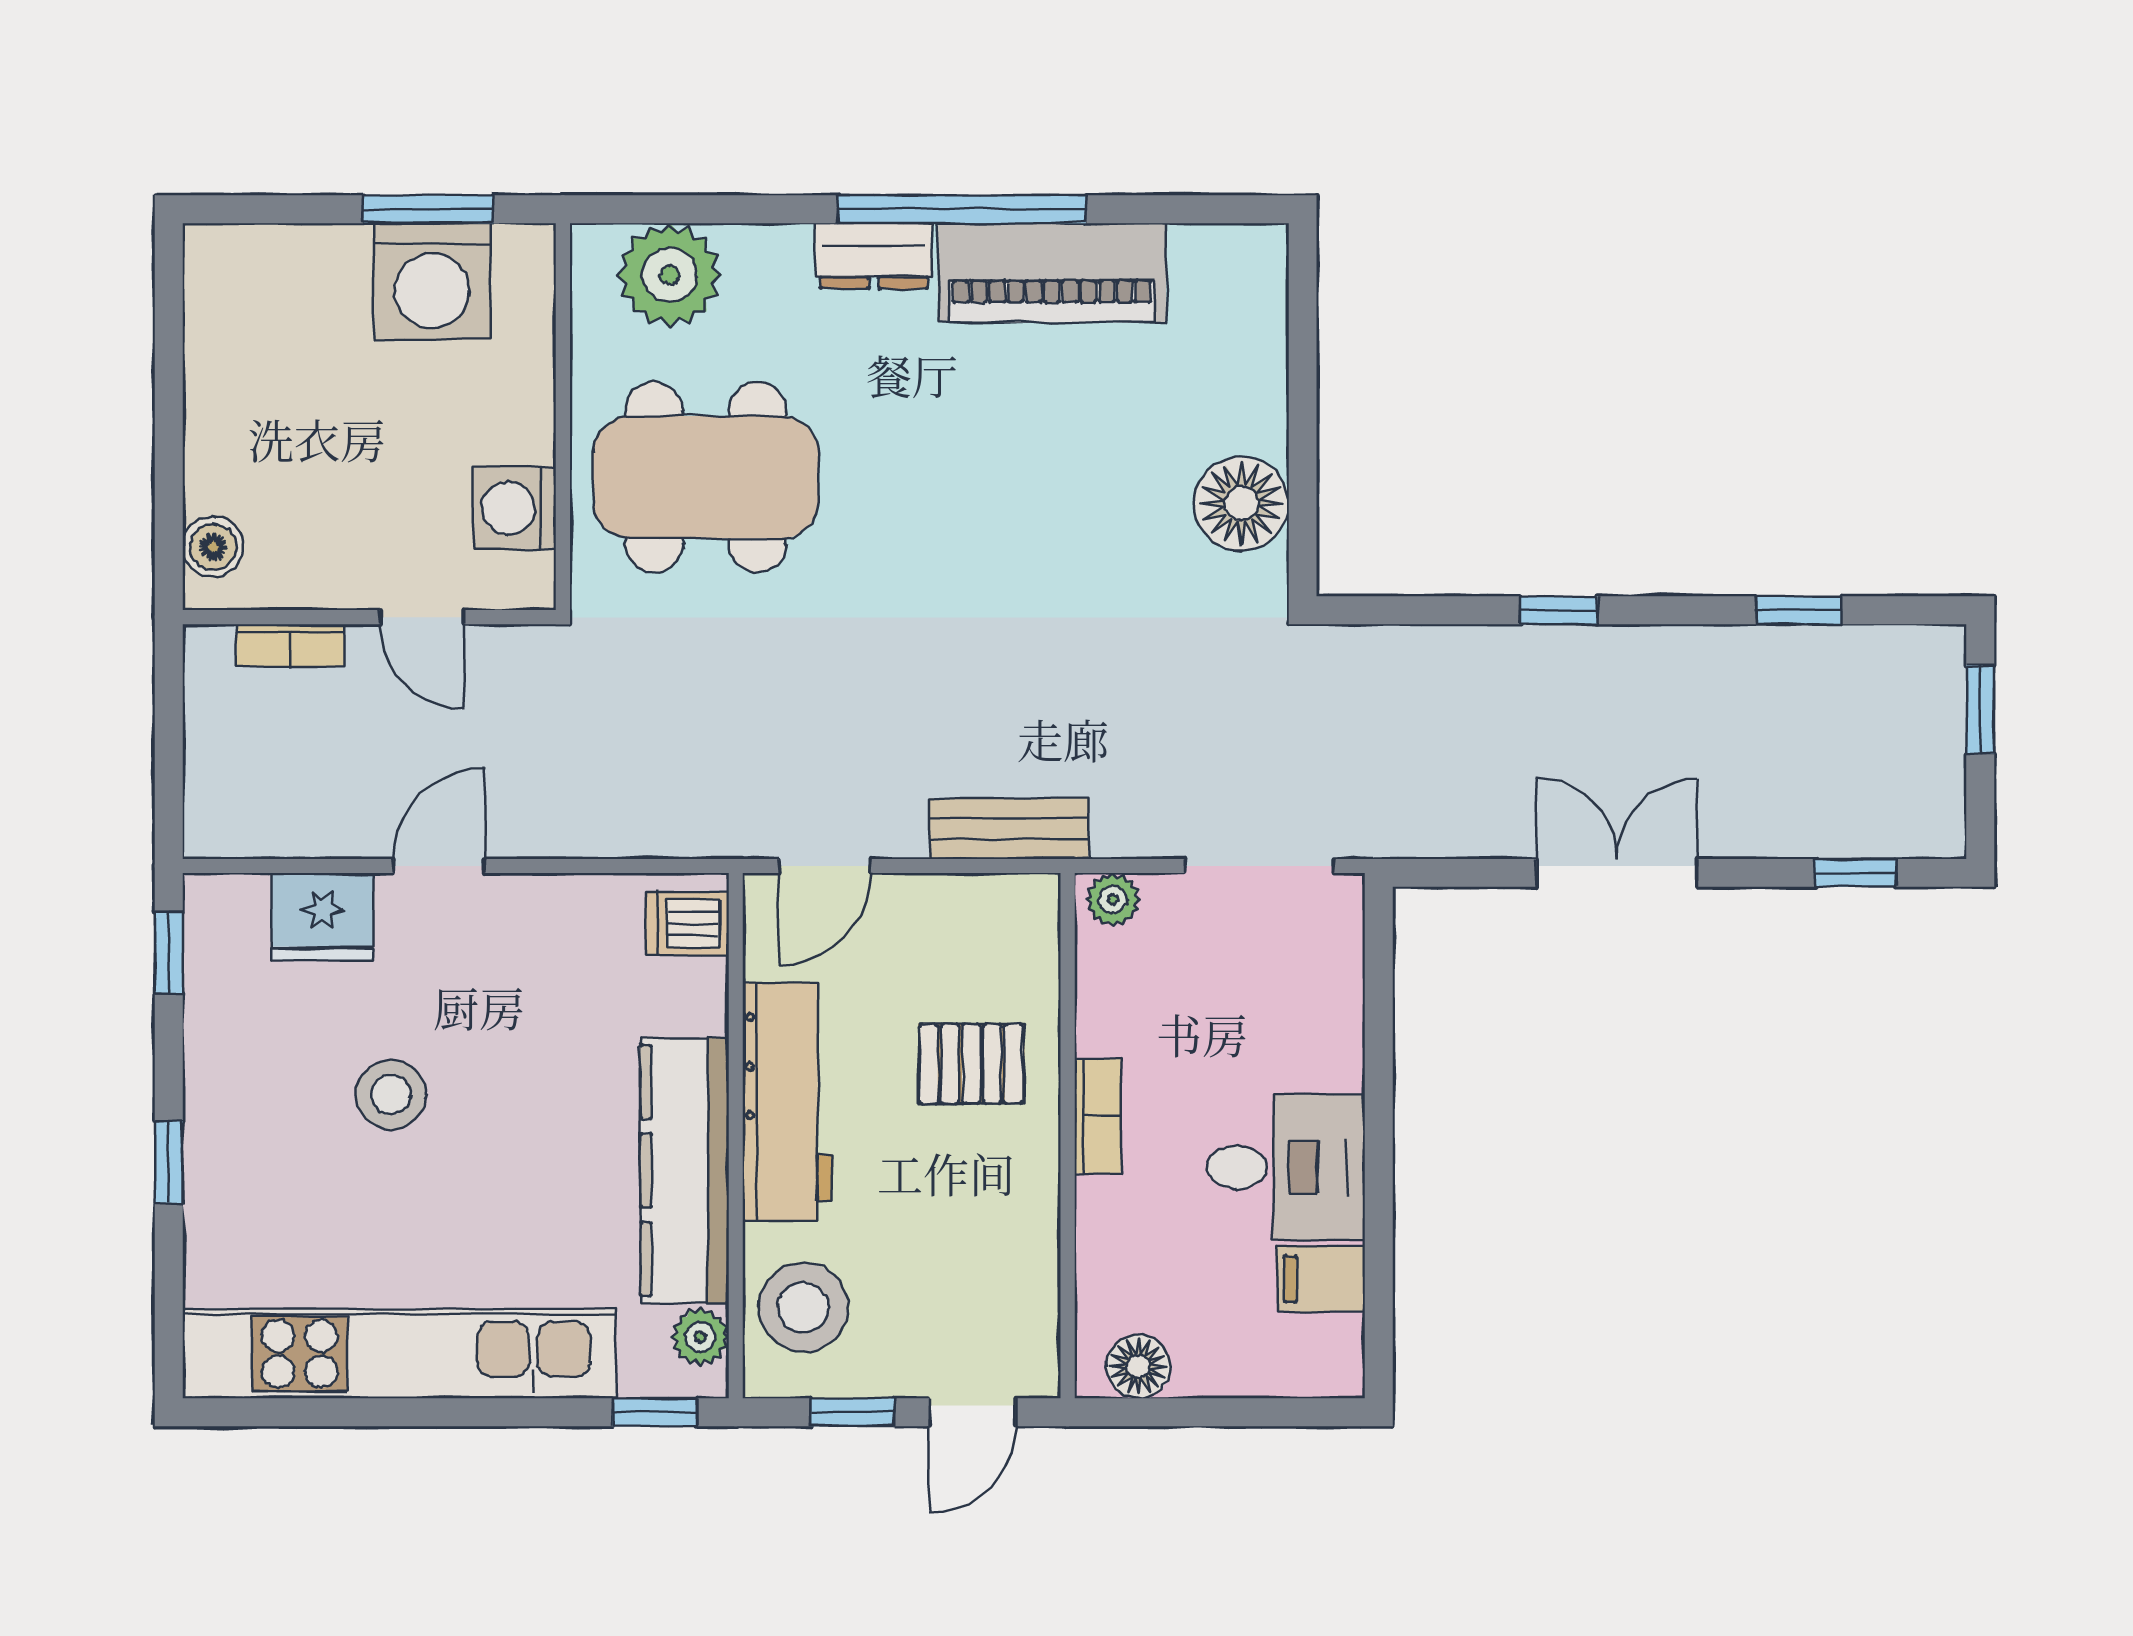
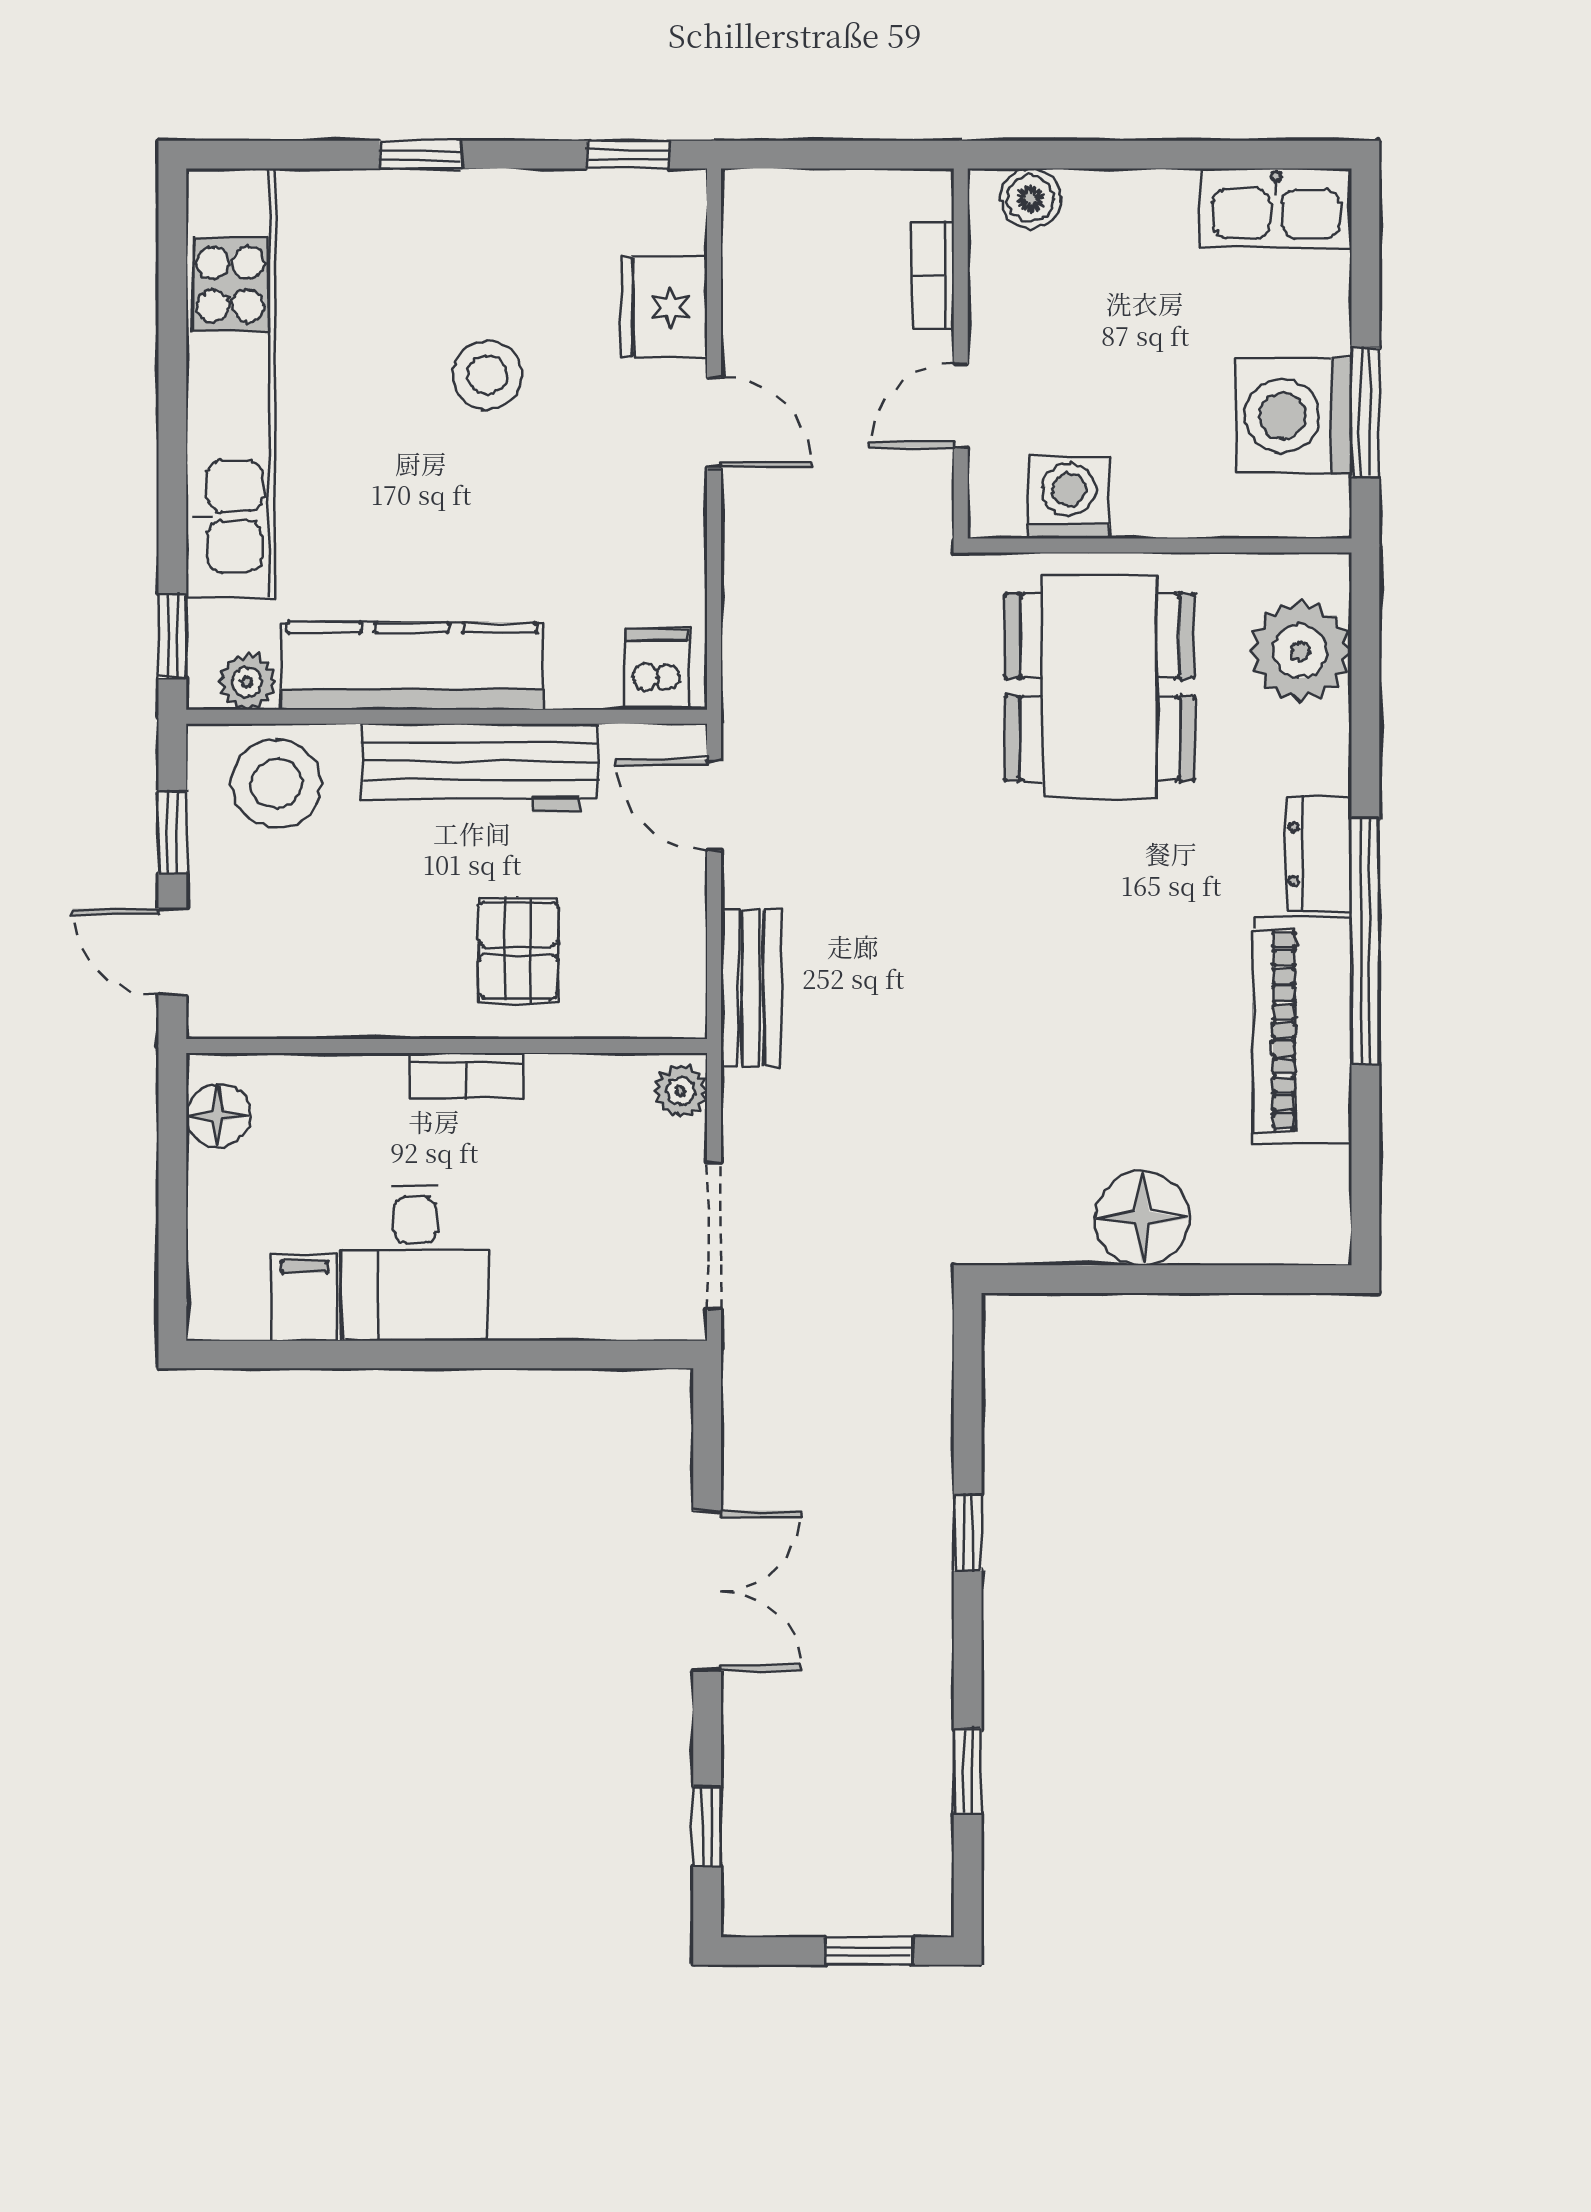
kitchen sink: (223, 299) -> (1276, 208), added
floor lamp: (1241, 503) -> (1142, 1218), moved

